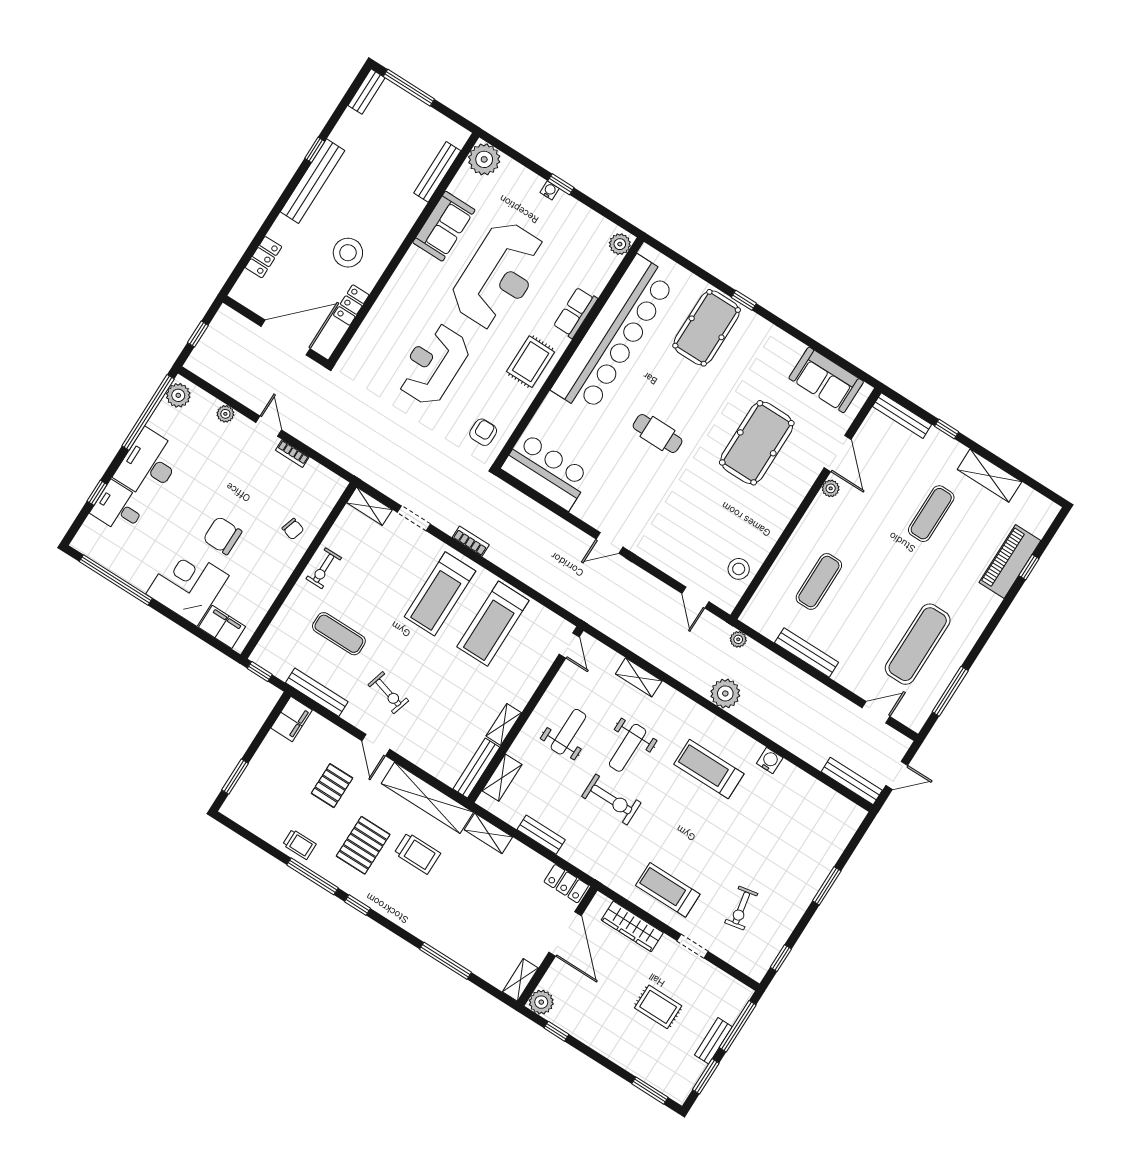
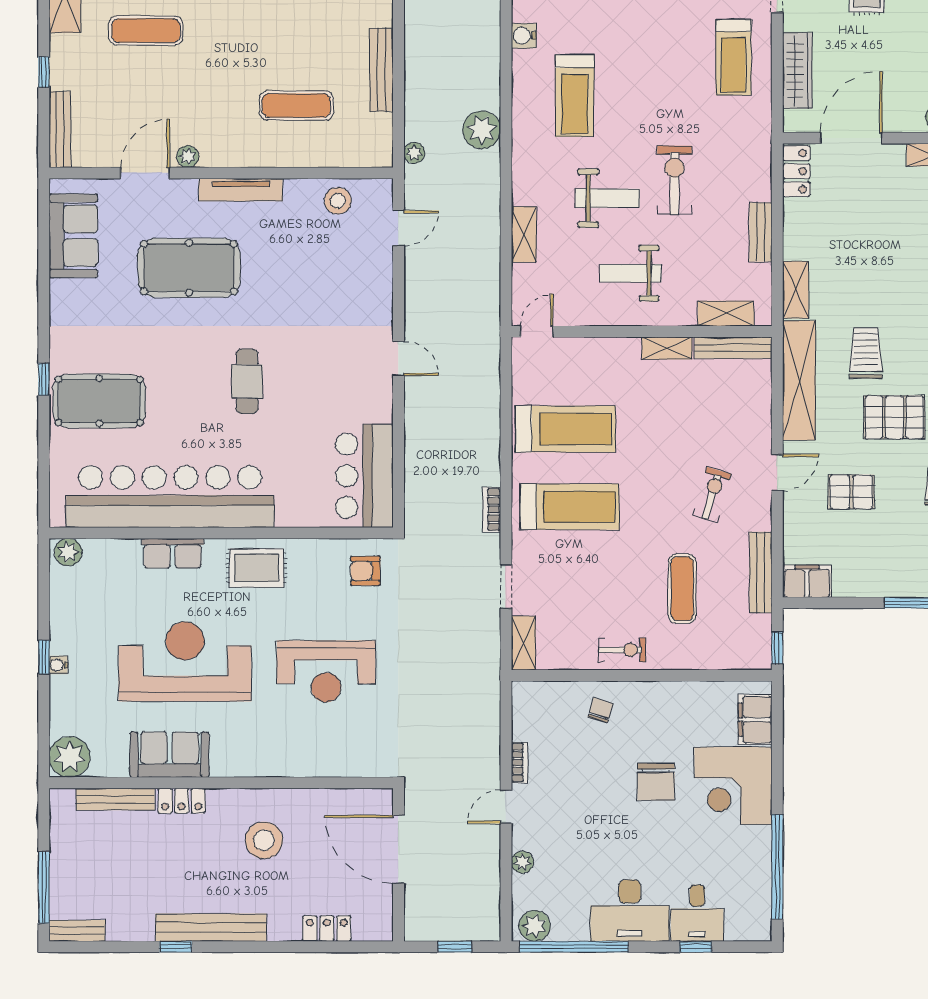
locker: (351, 305) -> (182, 801), moved
tv unit: (787, 510) -> (241, 190), added

